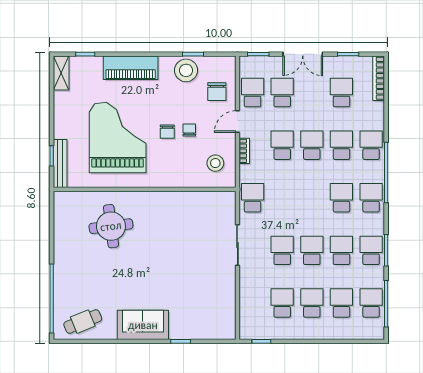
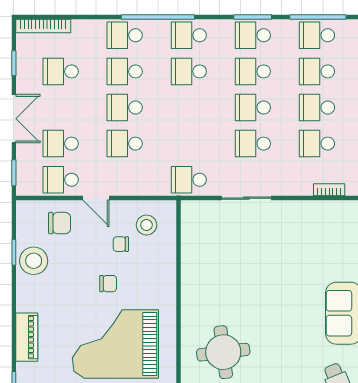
piano: (131, 68) -> (27, 337), width x0.73, depth x0.75
chair: (189, 130) -> (121, 244), moved
bookcase: (244, 151) -> (329, 190), moved

